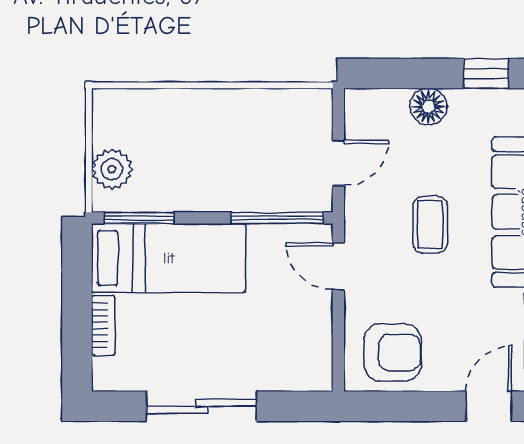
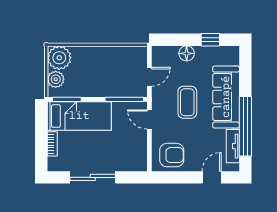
plant: (120, 117) -> (59, 58), added
coffee table: (430, 225) -> (187, 102), width x1.36, depth x1.30

